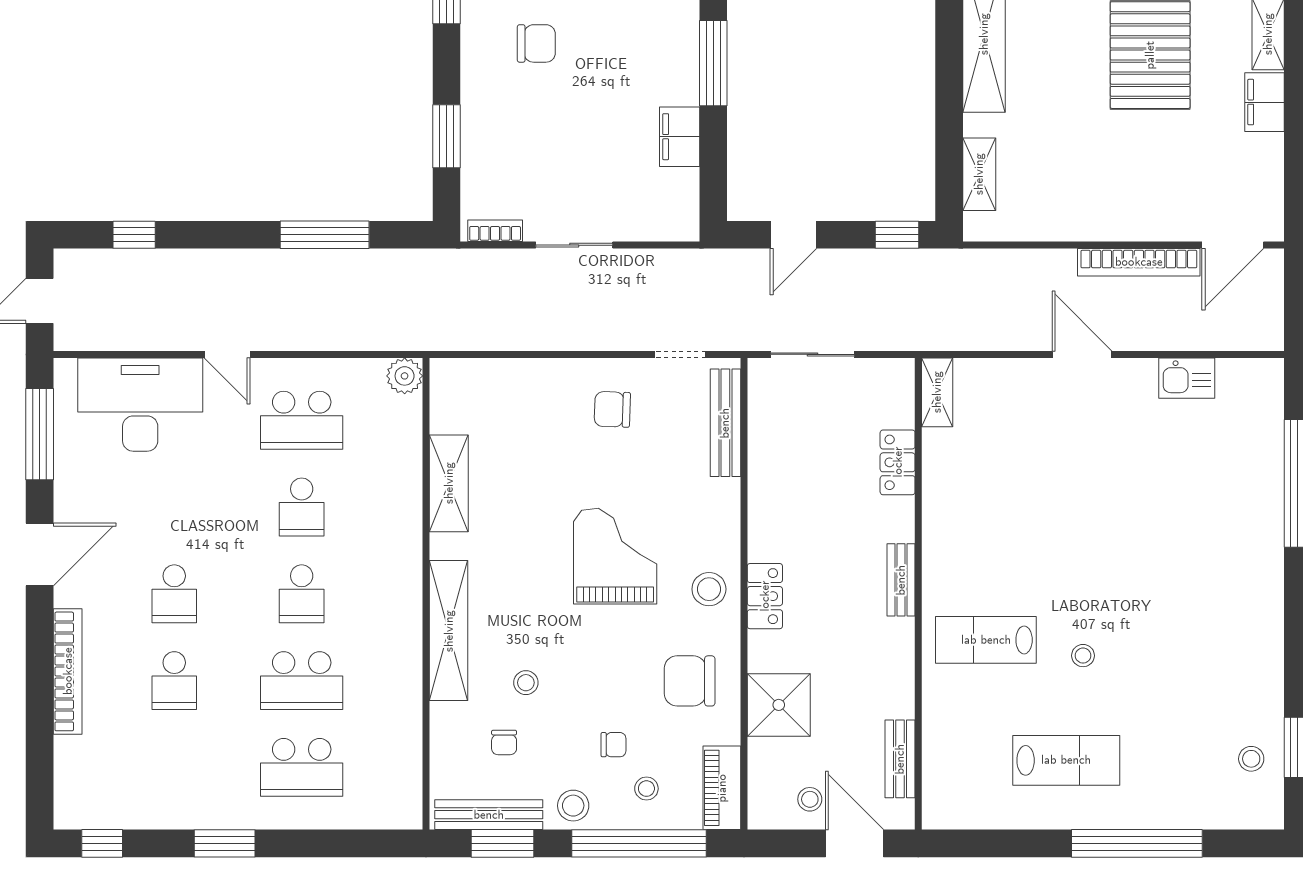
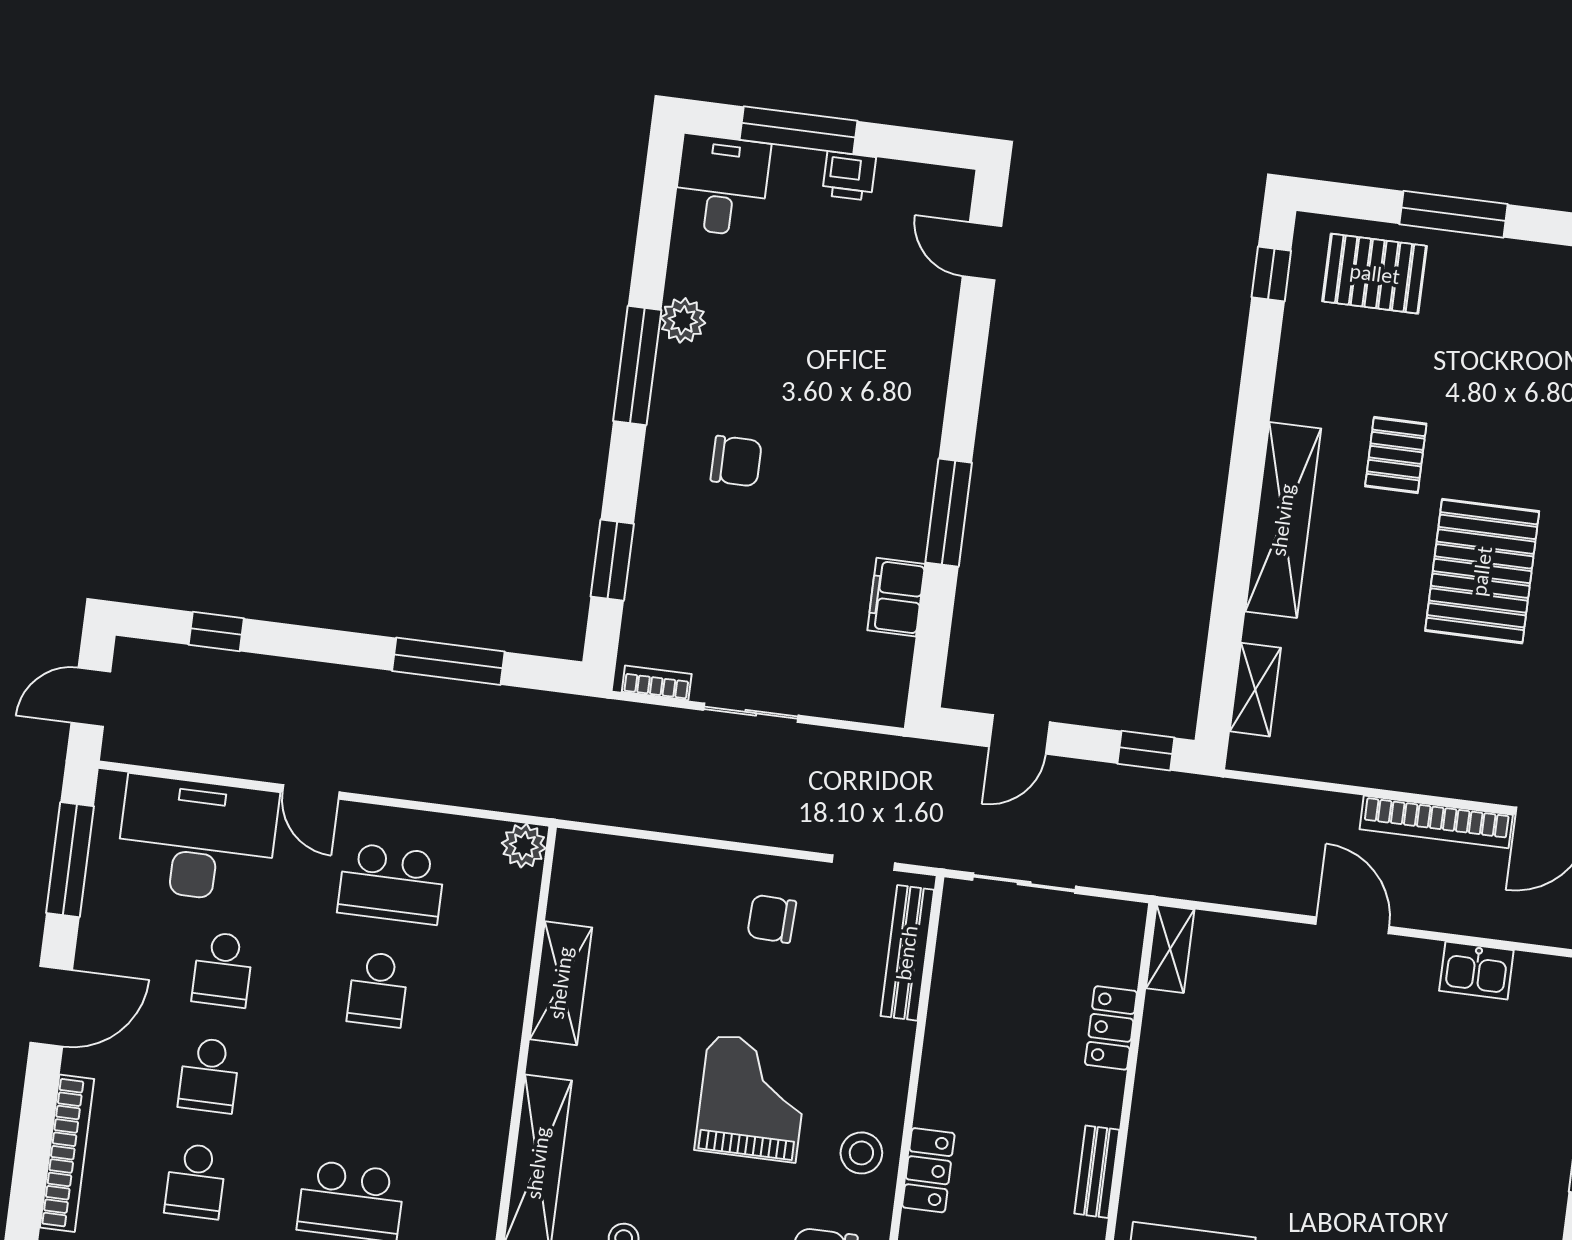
school desk: (302, 594) -> (223, 969), moved

